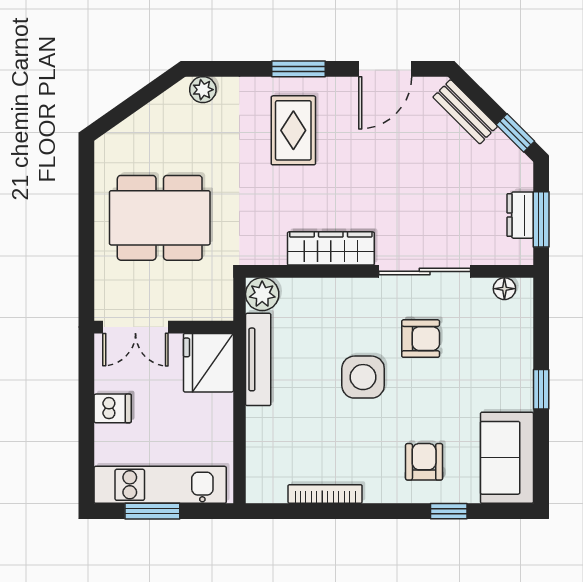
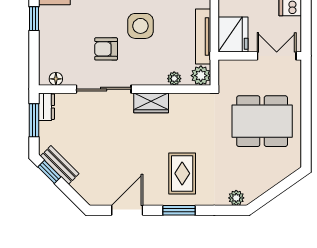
bench: (465, 112) -> (60, 165), moved
dresser: (520, 215) -> (46, 107), moved
wardrobe: (331, 248) -> (151, 103), width x0.67
plant: (307, 289) -> (174, 79), added

